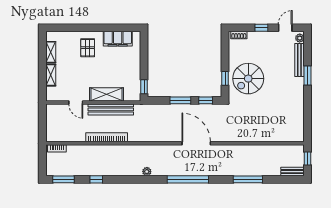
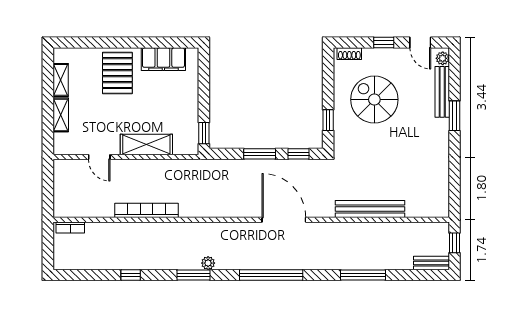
door: (285, 28) -> (420, 43), swing flipped
pallet: (88, 48) -> (117, 73), width x1.50, depth x1.42
spiral stairs: (248, 79) -> (374, 100), moved, turned 90
bench: (111, 109) -> (370, 209), moved
window: (63, 179) -> (193, 275), moved

